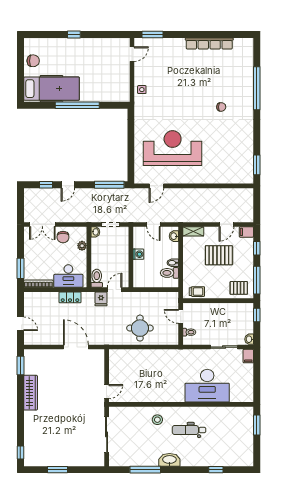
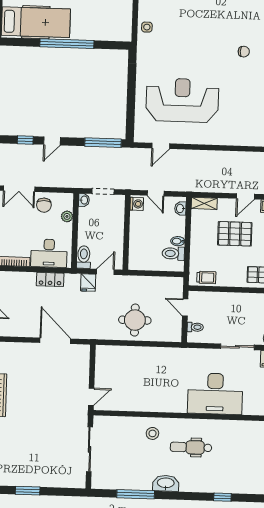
washing machine: (138, 254) -> (137, 204), moved

